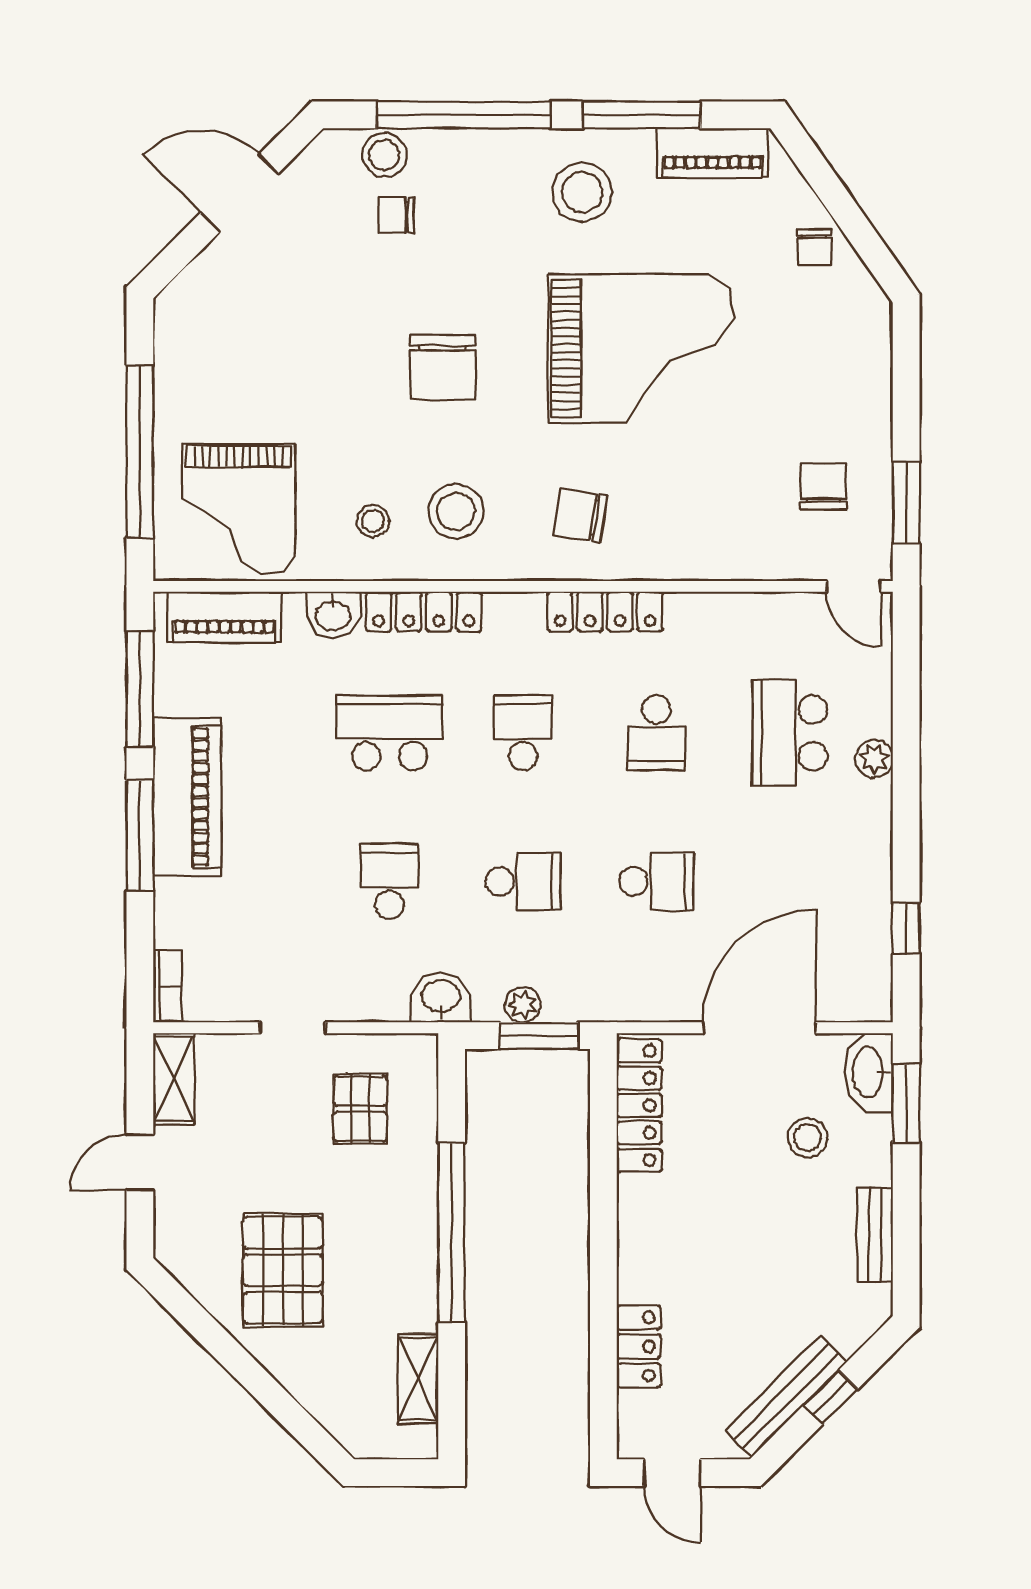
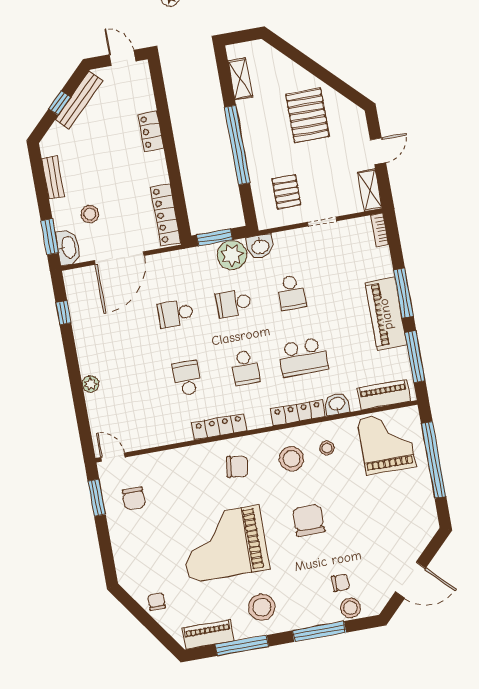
window: (464, 115) -> (319, 631), width x0.68
school desk: (790, 733) -> (129, 389), removed
plant: (523, 1005) -> (232, 255), width x1.88, depth x1.88
locker: (639, 1346) -> (151, 131), moved

